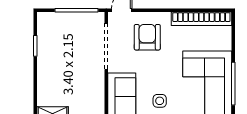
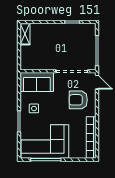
armchair: (147, 37) -> (78, 100), turned 180

